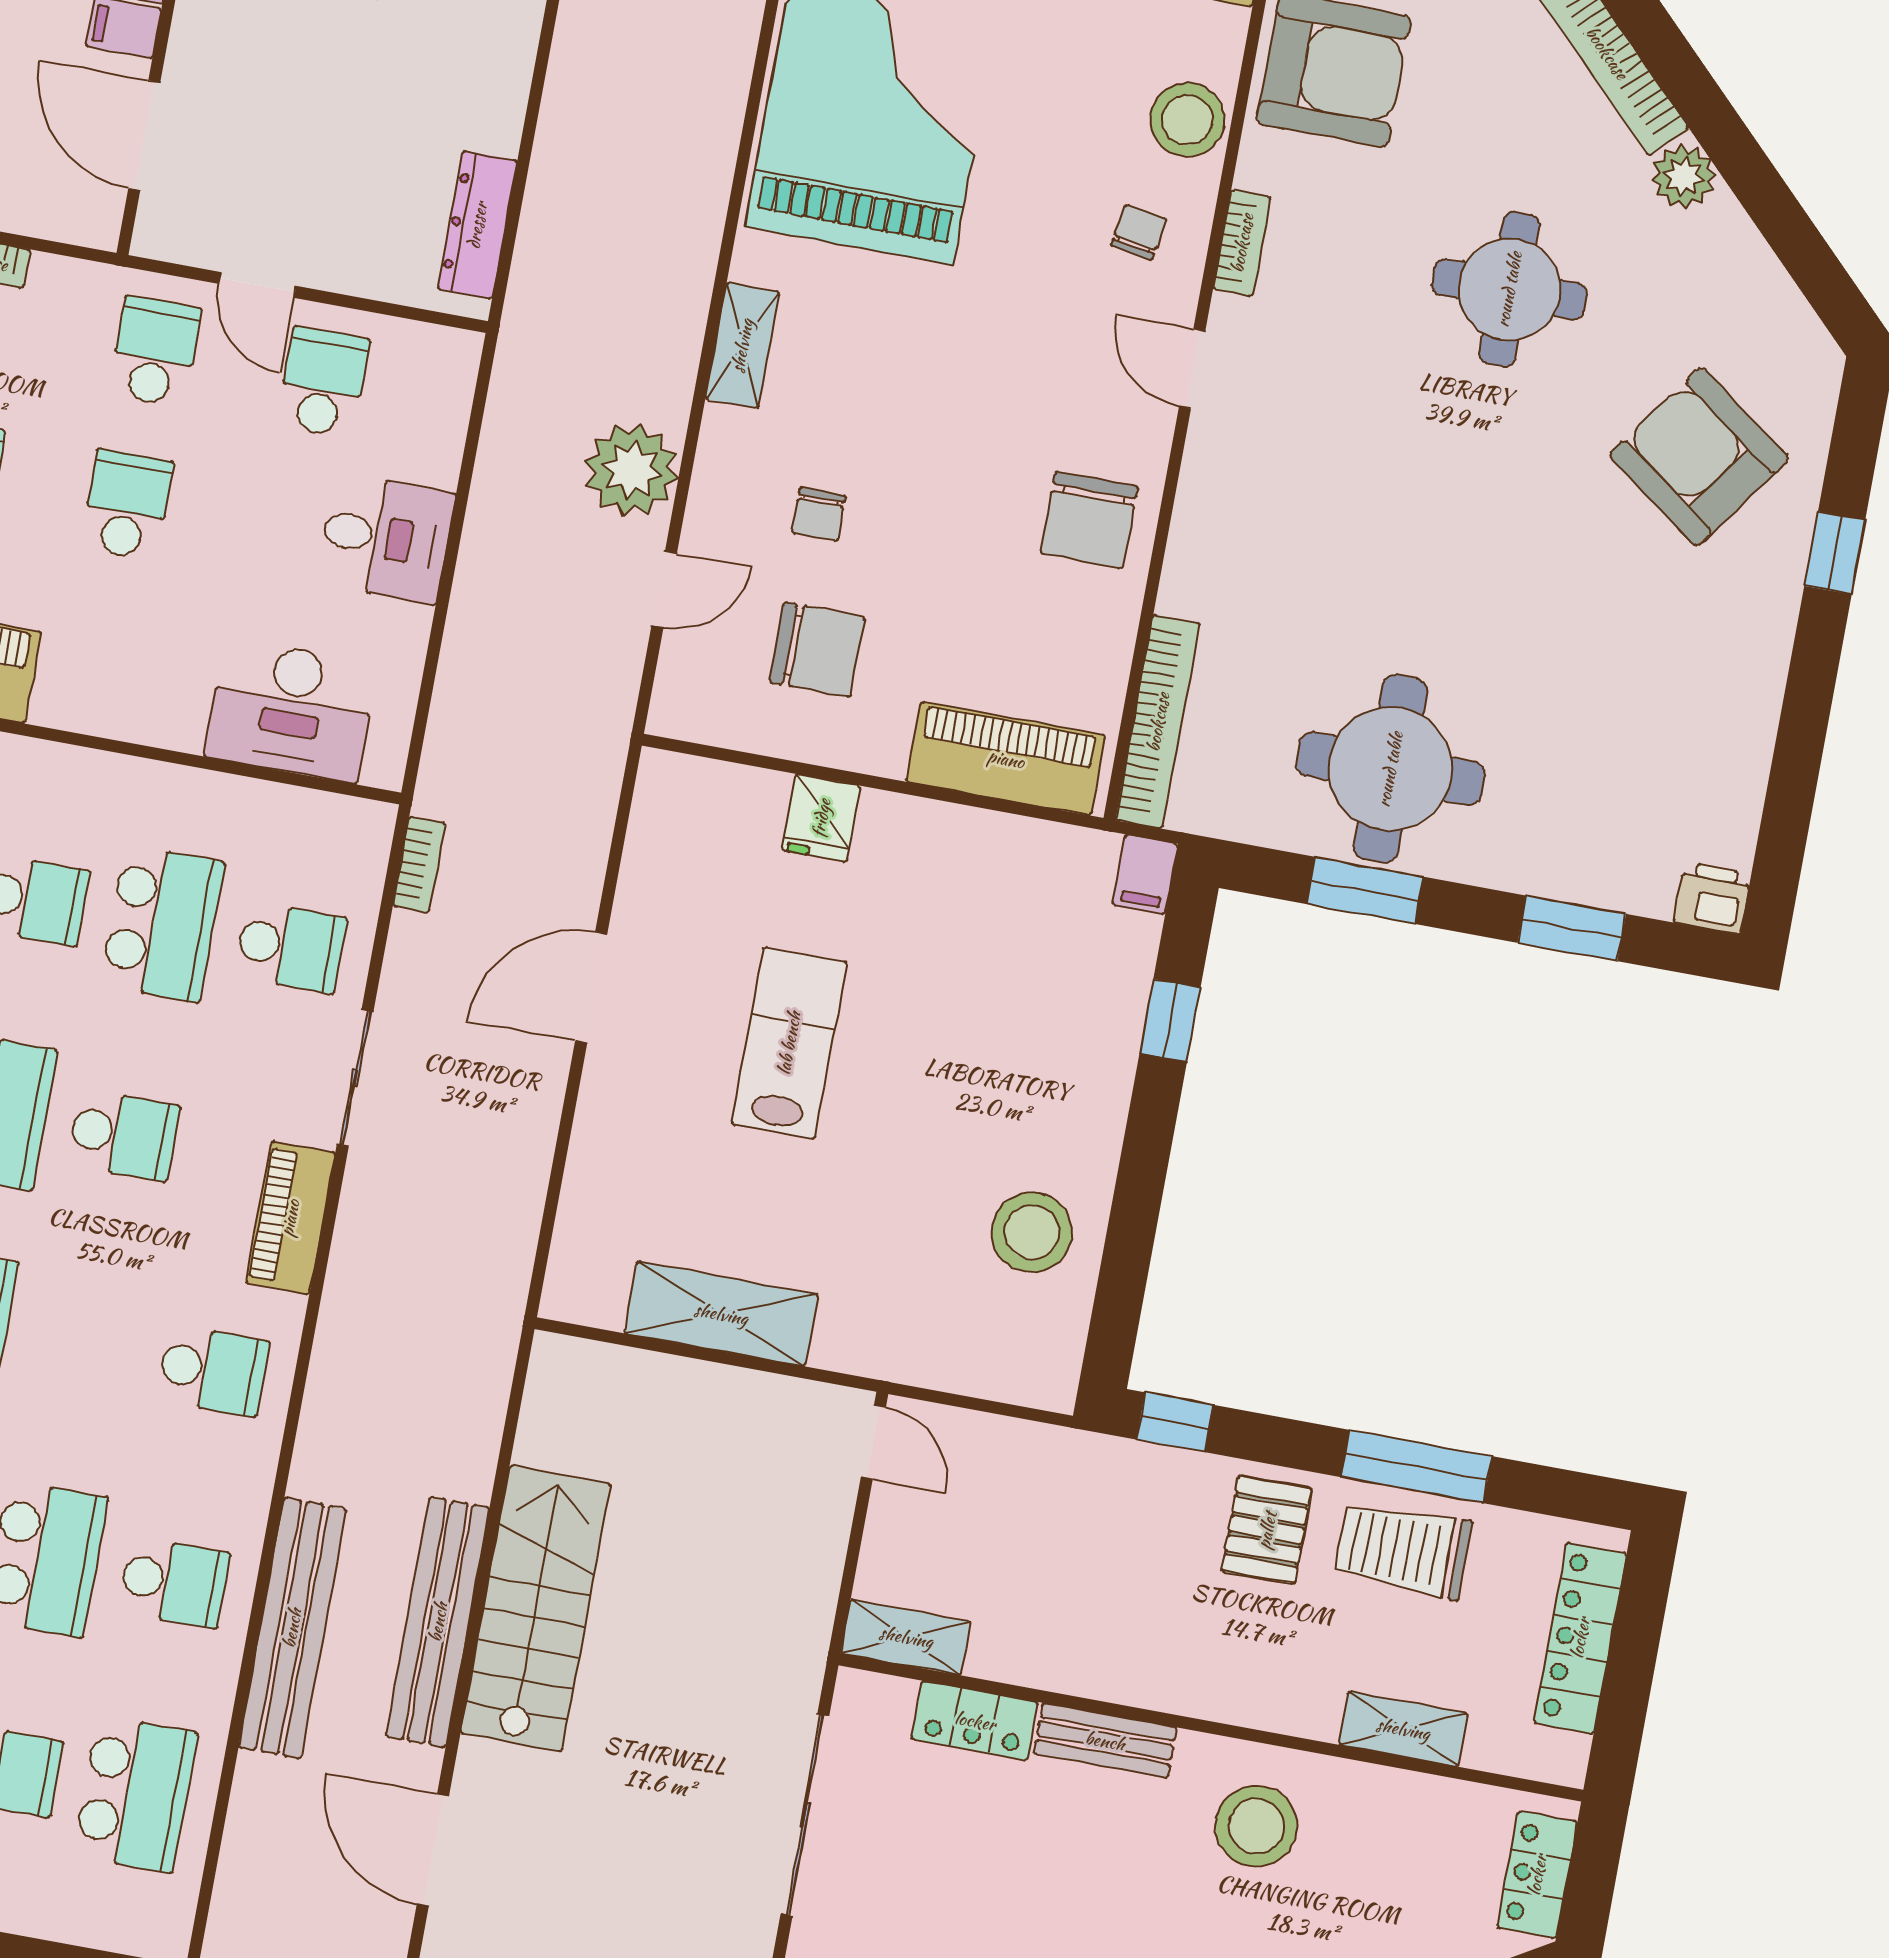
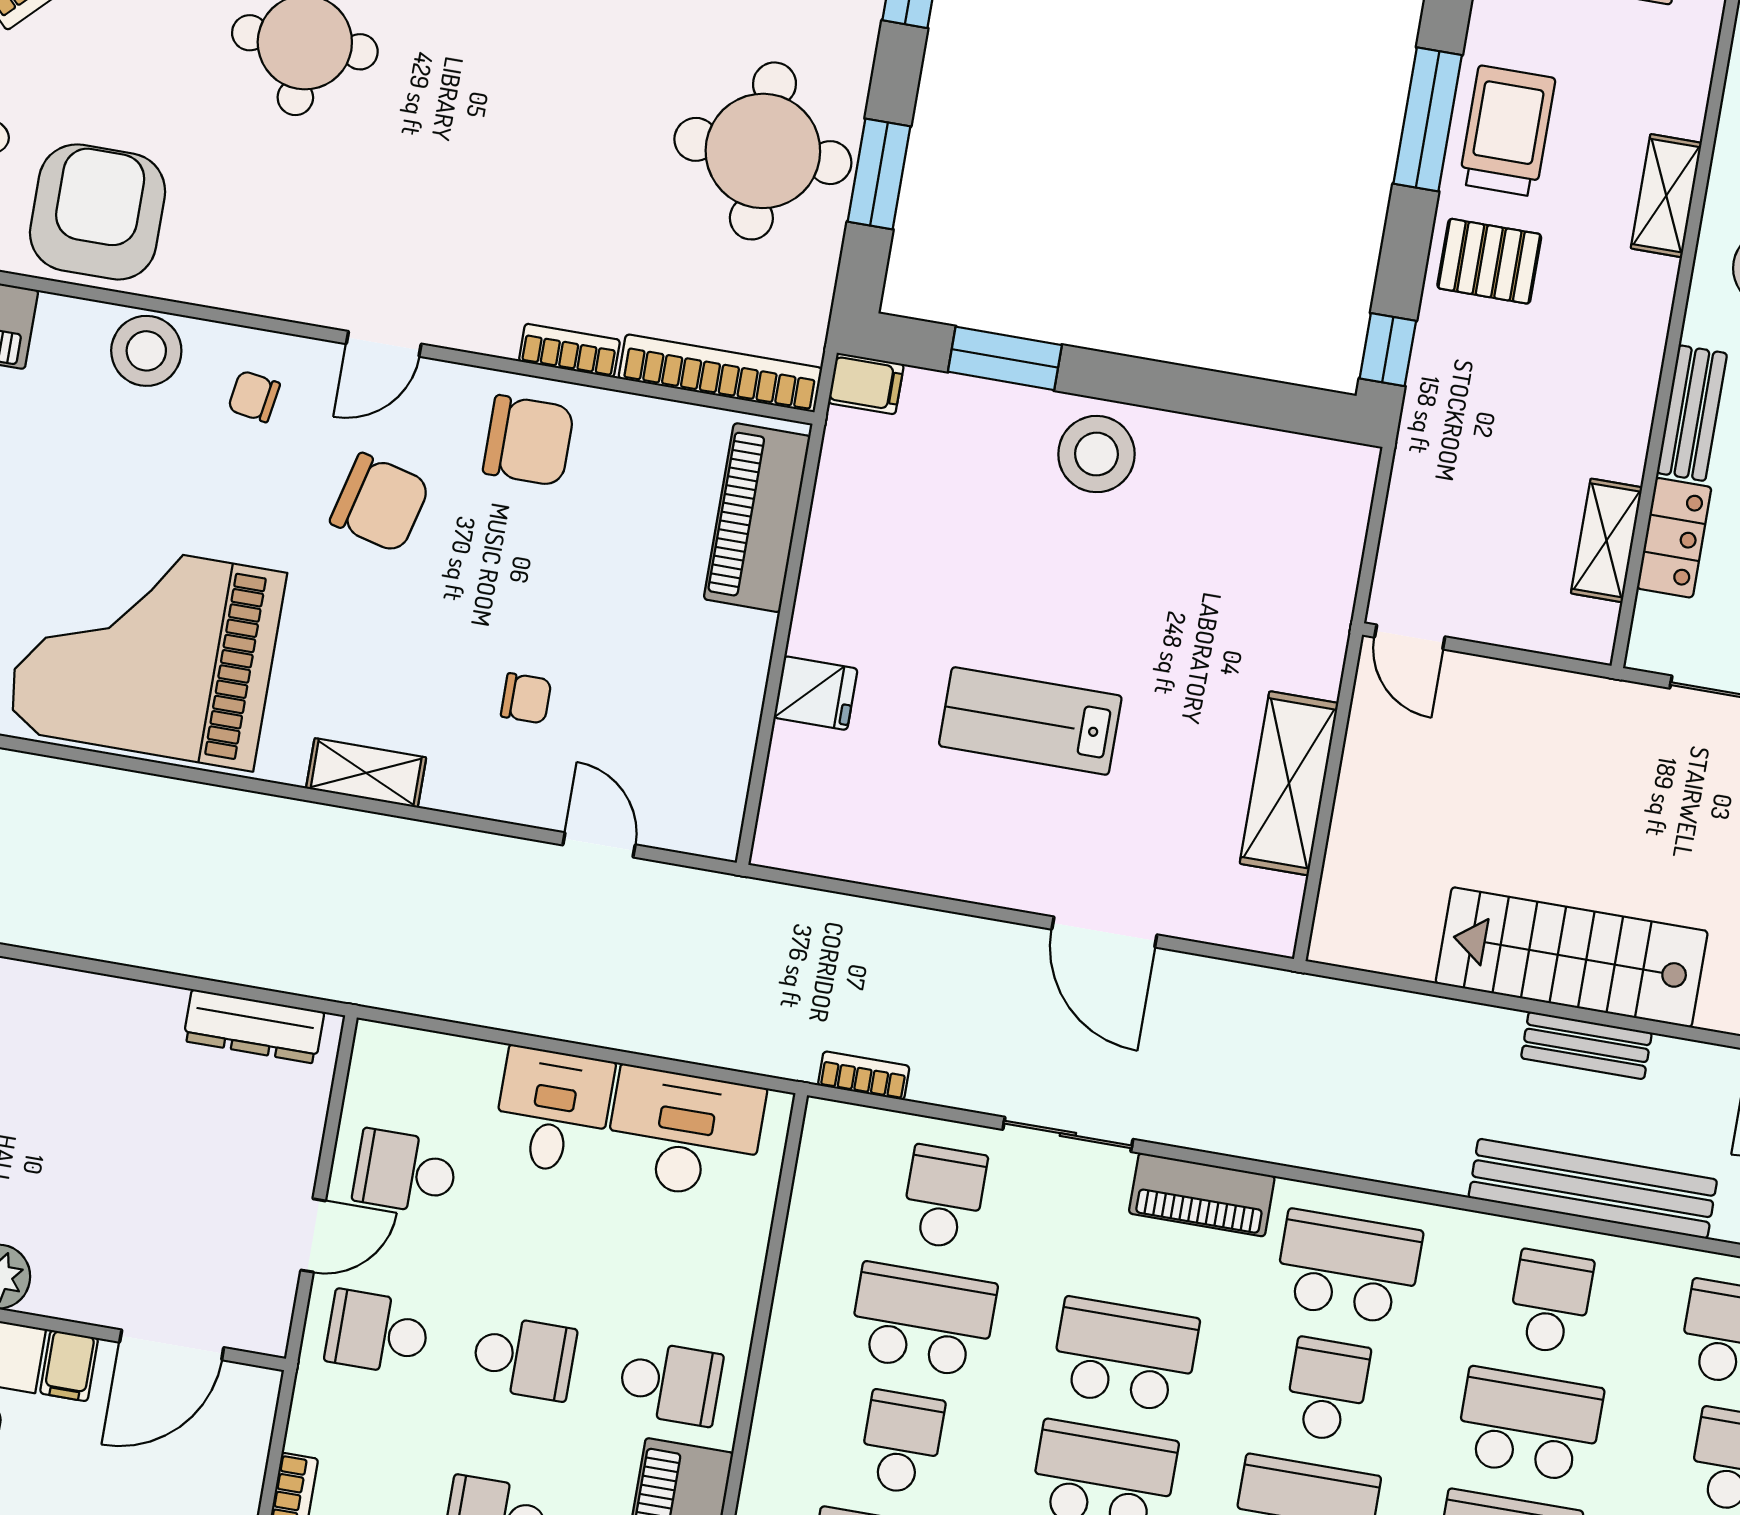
bookcase: (1242, 243) -> (569, 351), moved
plant: (632, 470) -> (486, 877), removed
school desk: (127, 505) -> (524, 1358), turned 180
chair: (817, 650) -> (380, 503), moved, turned 104
school desk: (99, 658) -> (670, 1383), added
desk: (291, 710) -> (684, 1133), moved, turned -90
door: (591, 988) -> (1104, 932), moved
window: (1170, 1020) -> (1005, 358), width x1.50
school desk: (123, 1135) -> (1125, 1355), width x1.85
stool: (1032, 1232) -> (1096, 454), moved
school desk: (84, 1347) -> (1327, 1390), added
school desk: (213, 1371) -> (1348, 1267), width x1.85
door: (873, 1442) -> (1410, 637), swing flipped
trolley: (1403, 1550) -> (1507, 131), turned 180
bench: (438, 1622) -> (1586, 1045), width x0.54, depth x0.82
shelving: (906, 1637) -> (1607, 540), moved
shelving: (1403, 1729) -> (1666, 196), moved

